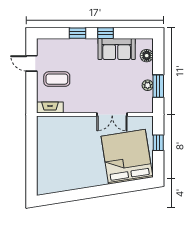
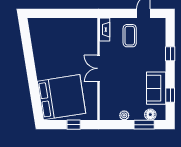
window: (106, 33) -> (170, 95), moved
window: (158, 86) -> (144, 125), moved
double door: (112, 114) -> (99, 68), moved

